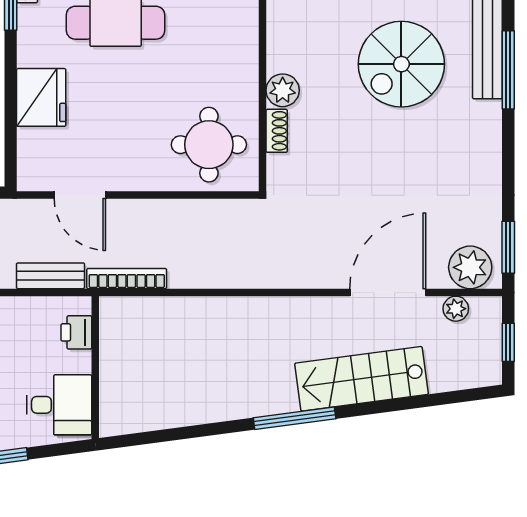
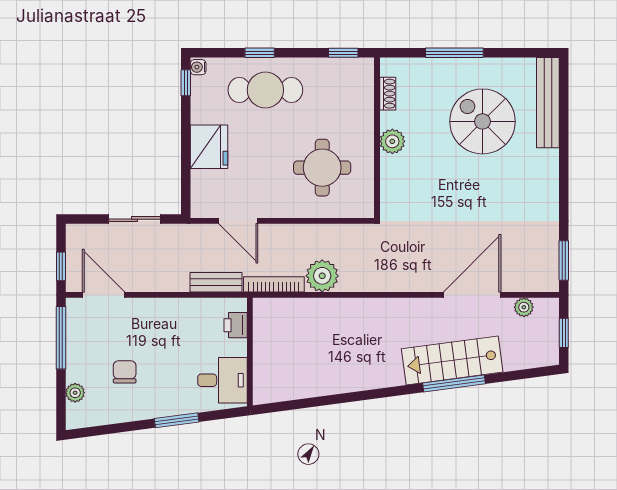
spiral stairs: (401, 64) -> (482, 121), turned 90
window: (508, 70) -> (564, 126), removed
shoe rack: (277, 131) -> (388, 94), moved
round table: (209, 145) -> (322, 168), moved
plant: (470, 267) -> (322, 276), moved
window: (295, 418) -> (454, 383), moved

